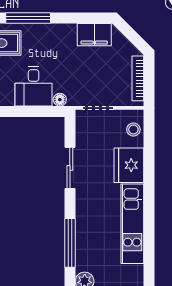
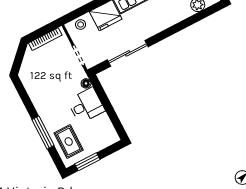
filing cabinet: (94, 35) -> (31, 83), removed
sliding door: (70, 168) -> (128, 53), width x1.37
window: (70, 243) -> (177, 28), removed

